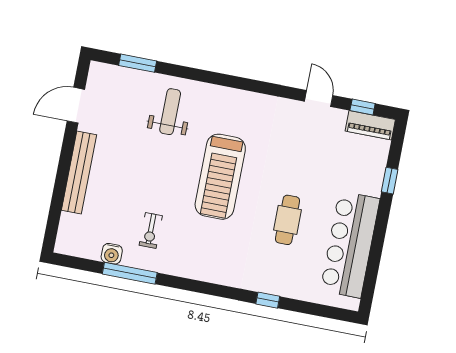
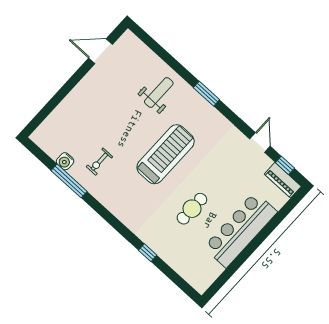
window: (138, 63) -> (206, 94), moved
bench: (79, 173) -> (76, 96), removed
treadmill: (220, 177) -> (166, 154), turned 180
window: (390, 181) -> (273, 224), removed
bar counter: (350, 245) -> (240, 230), moved

